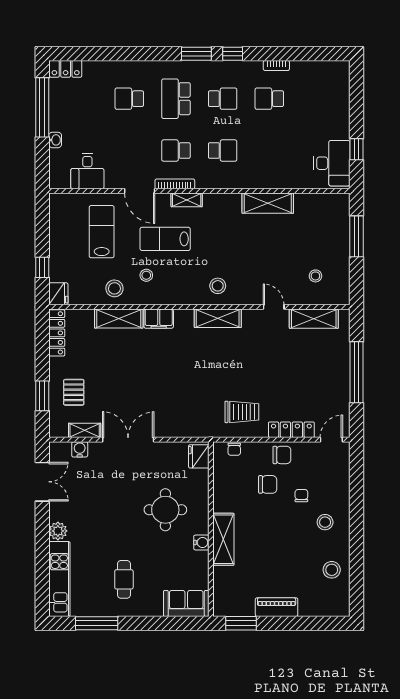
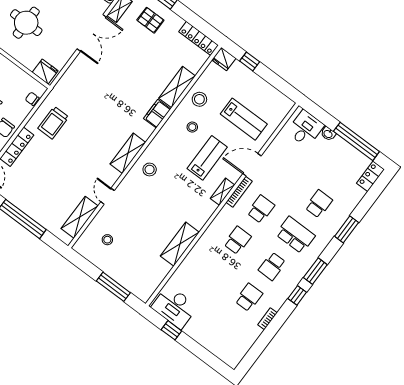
window: (134, 54) -> (347, 229), added
school desk: (223, 151) -> (237, 240), turned 180
desk: (87, 171) -> (305, 129), moved, turned 90
door: (274, 307) -> (108, 196), swing flipped

